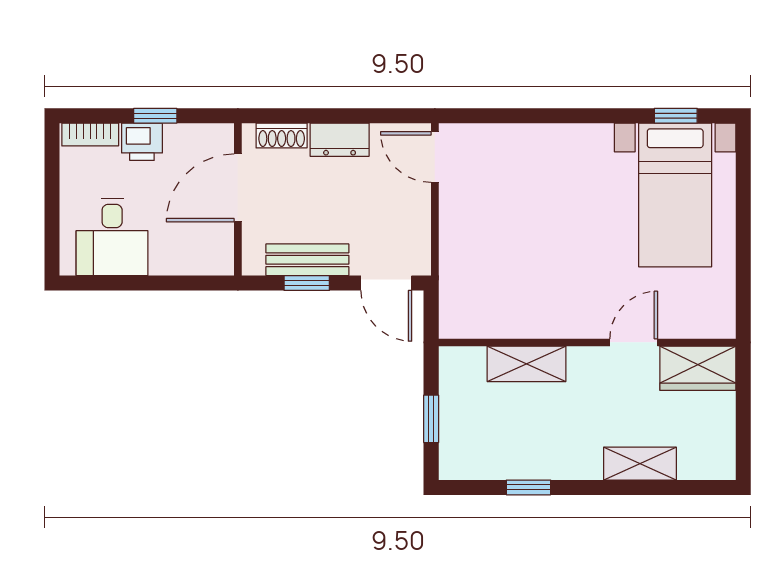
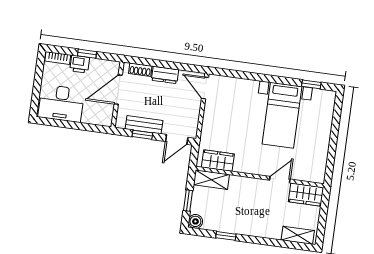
bed with nightstands: (675, 195) -> (282, 115), moved
desk: (112, 237) -> (61, 103), width x1.37
door: (386, 283) -> (177, 139), hinge flipped
wardrobe: (487, 318) -> (218, 161), added
shelving: (527, 364) -> (211, 180), moved
boiler: (455, 464) -> (195, 221), added
shelving: (640, 464) -> (298, 235), moved

